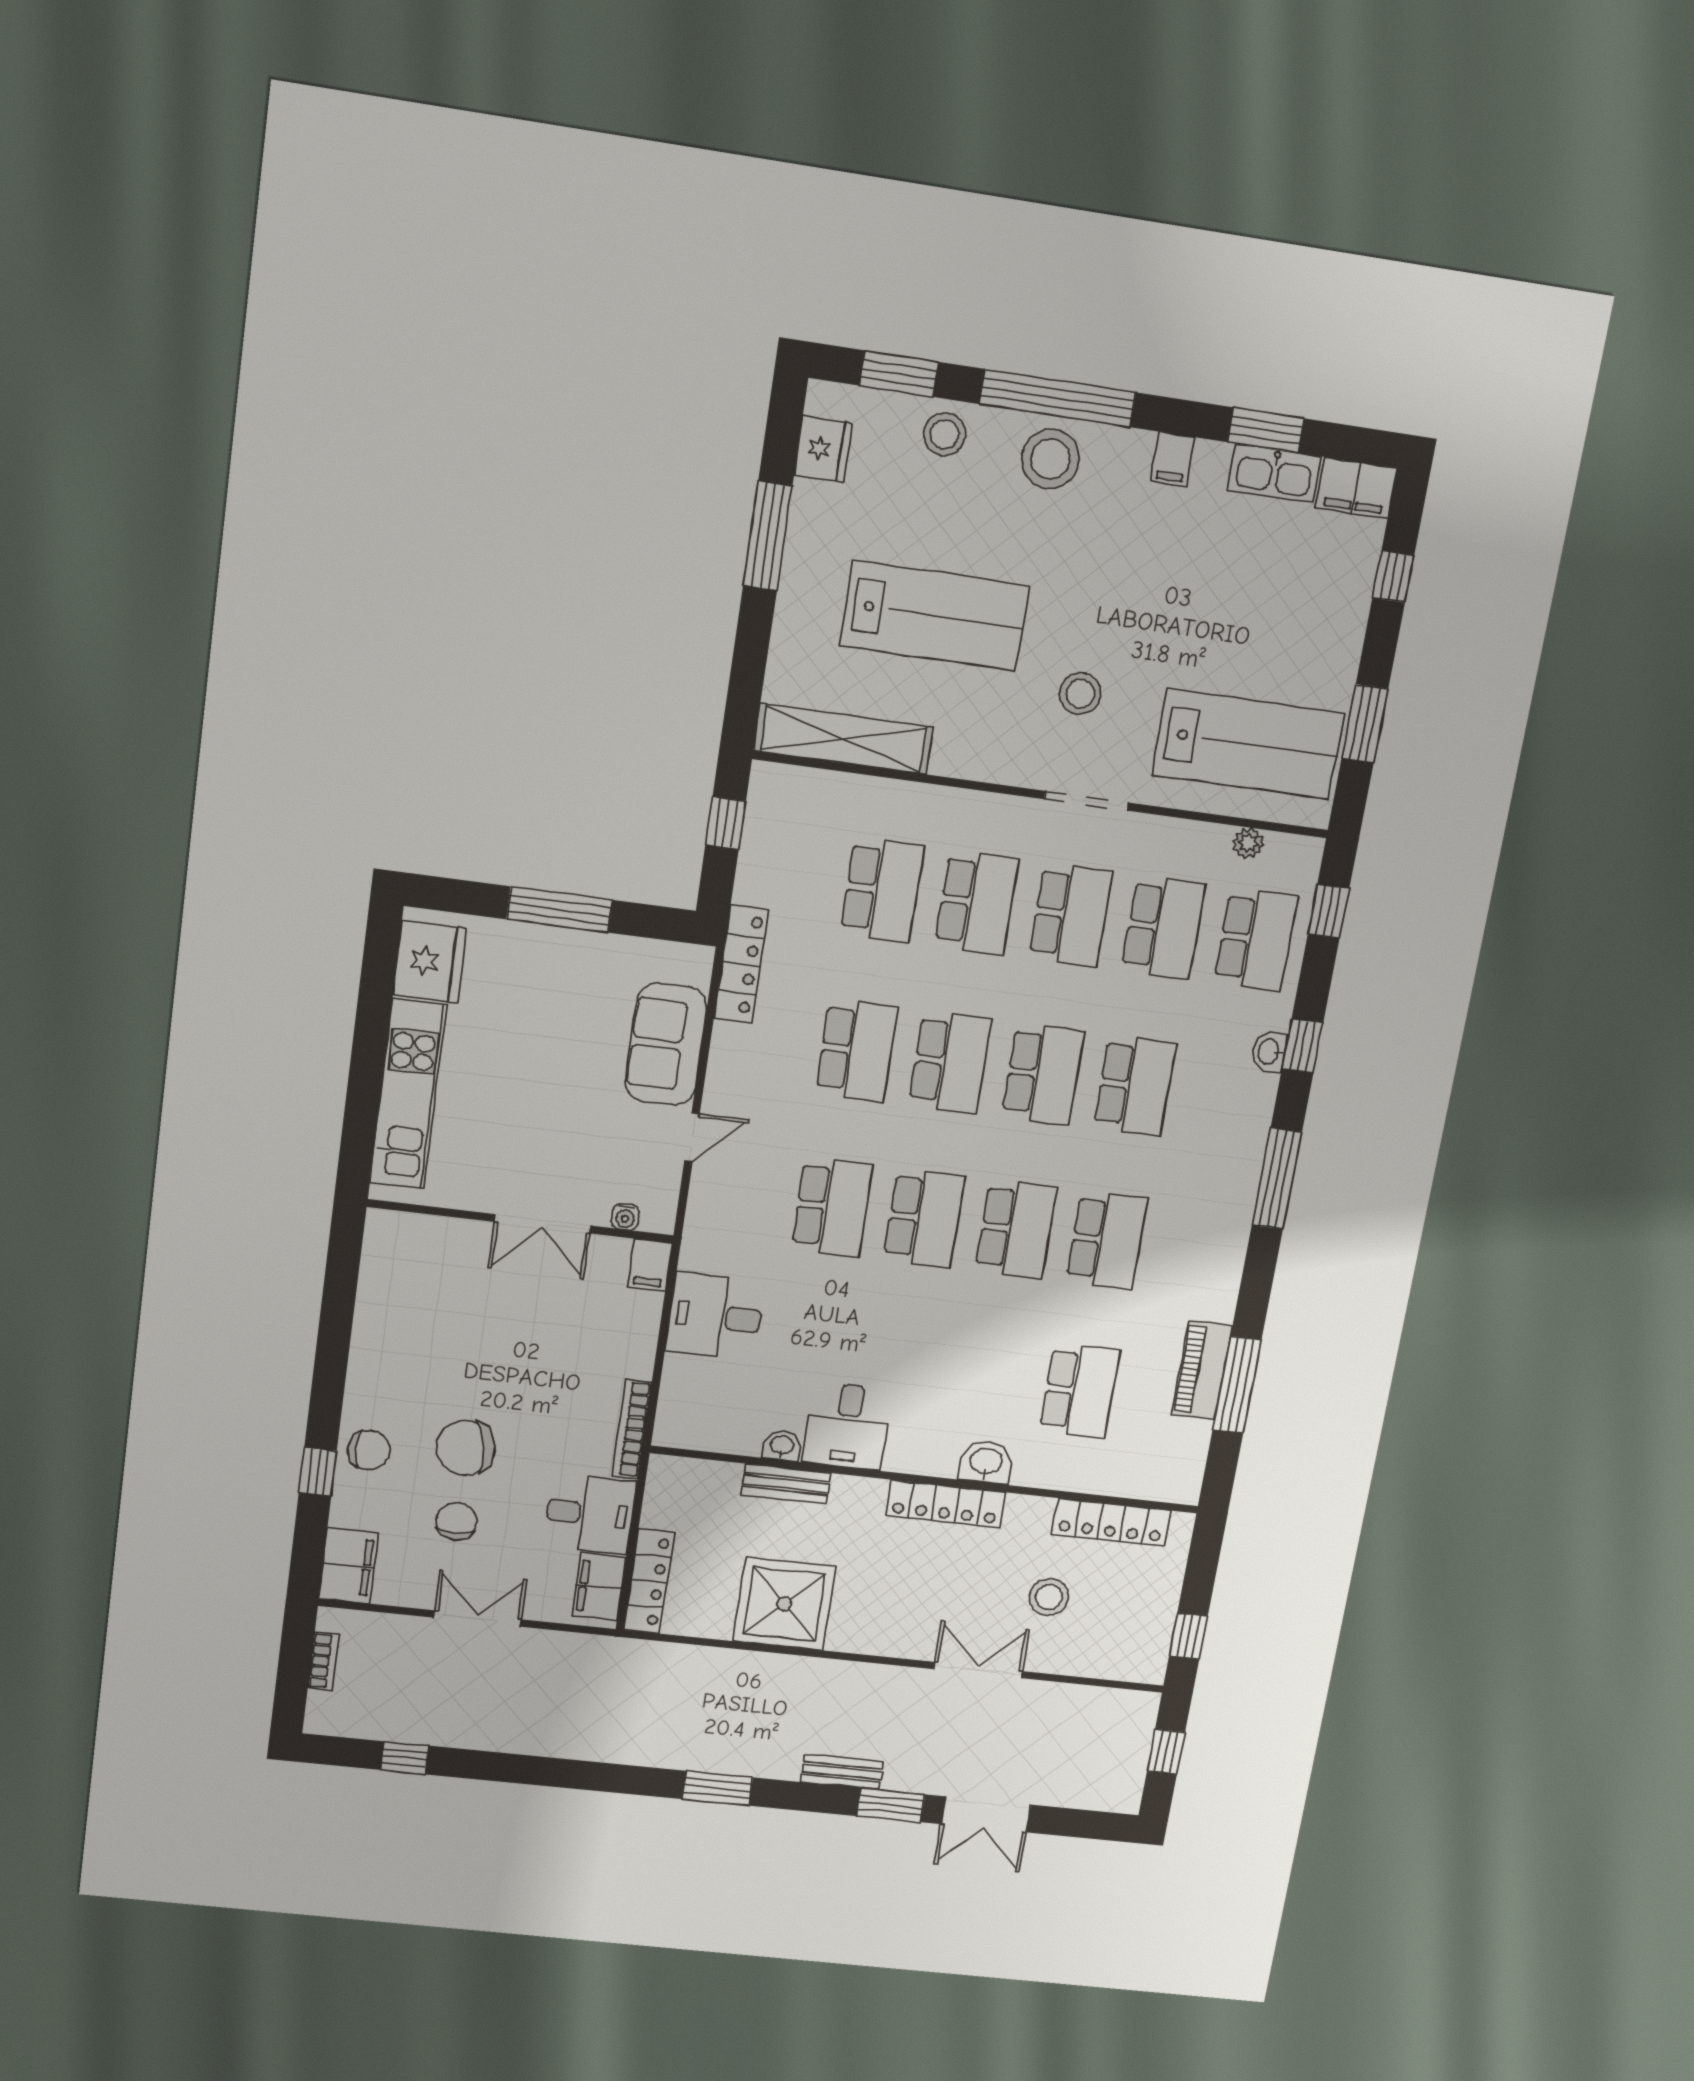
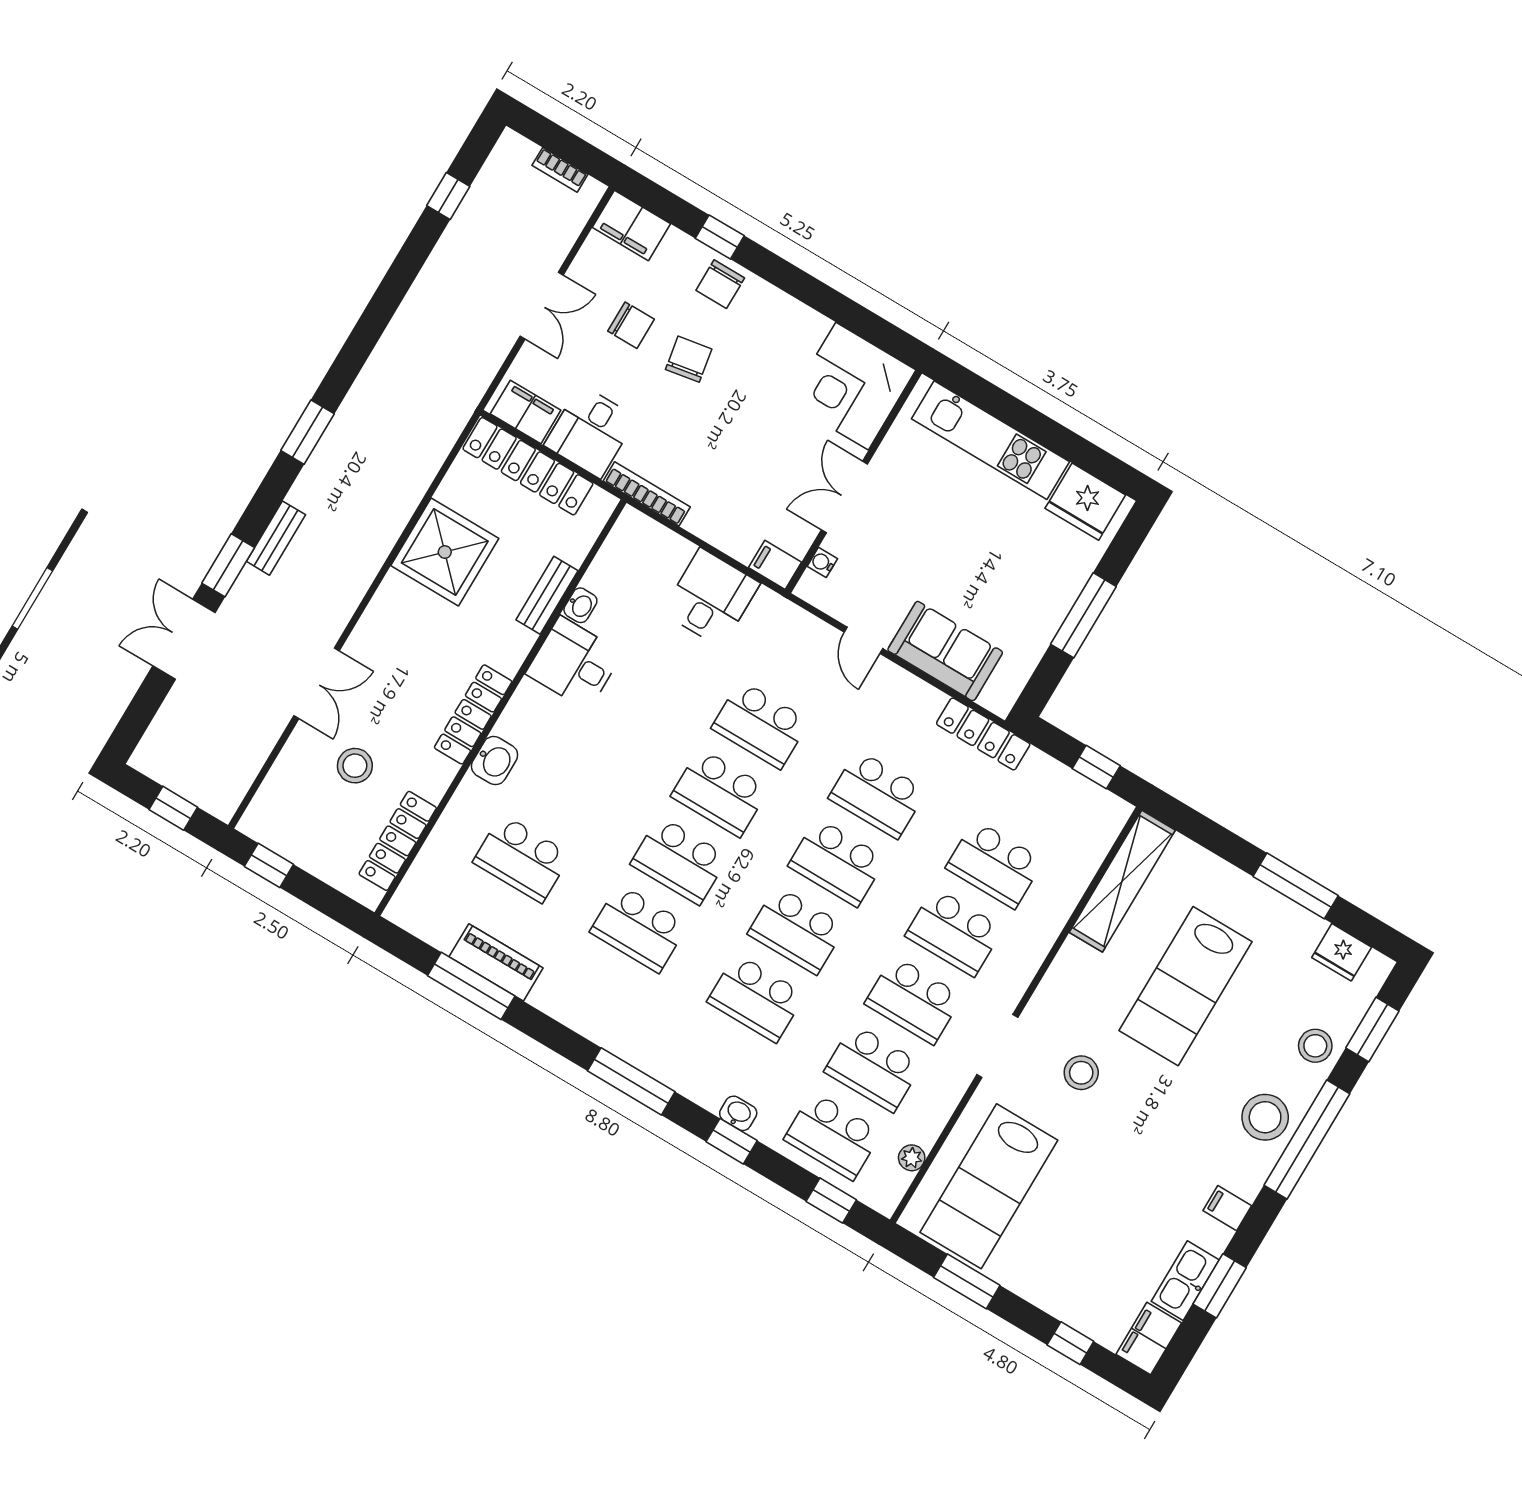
corner desk: (416, 1267) -> (852, 386), added
chair: (466, 1448) -> (689, 359), width x0.73, depth x0.73
locker: (649, 1581) -> (528, 466), width x1.41, depth x1.21

